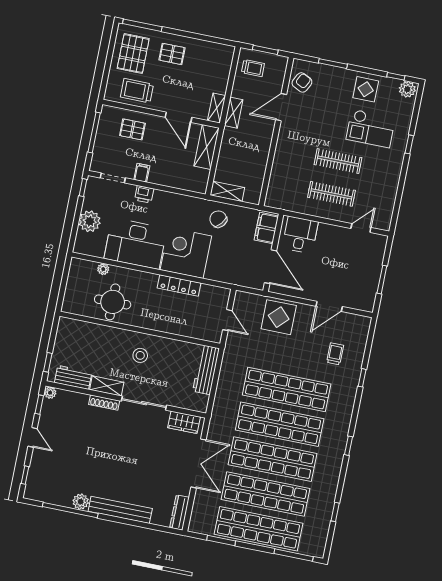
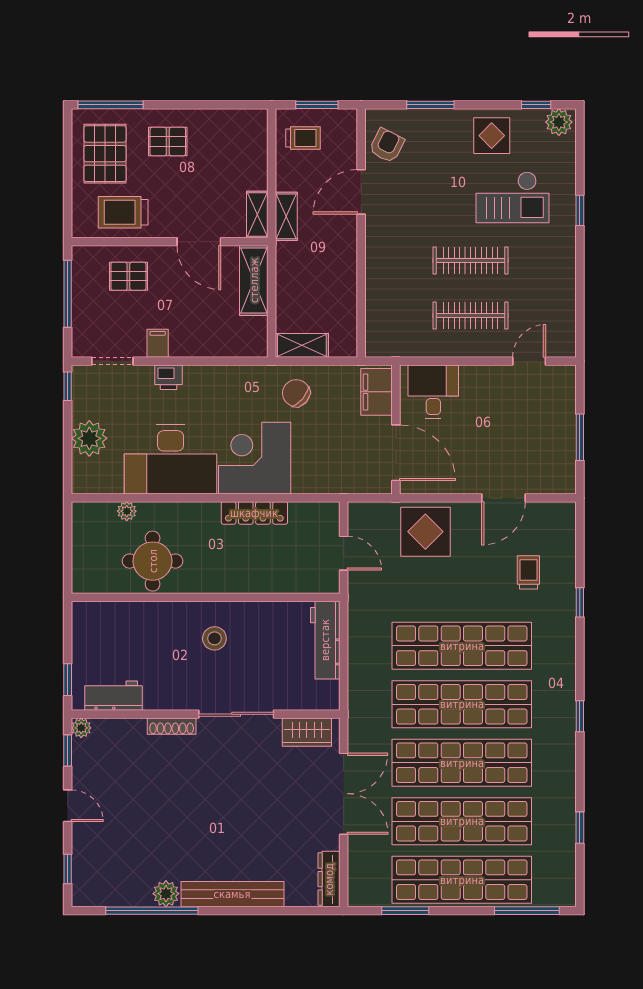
shelving: (107, 386) -> (170, 699), removed

